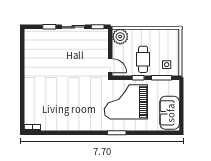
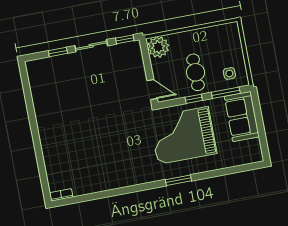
sofa: (170, 113) -> (242, 116), moved

